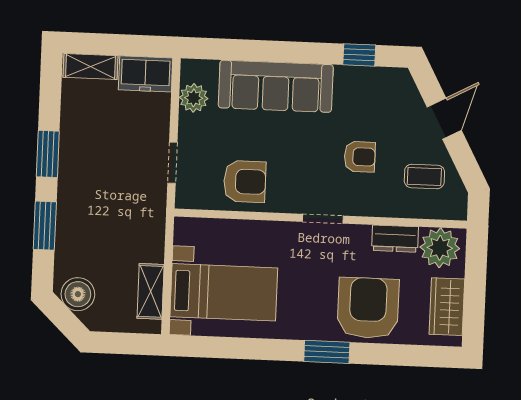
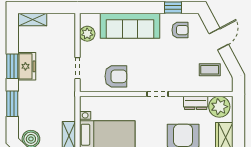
freezer: (146, 74) -> (27, 66), moved, turned -90
armchair: (360, 157) -> (180, 30), moved

